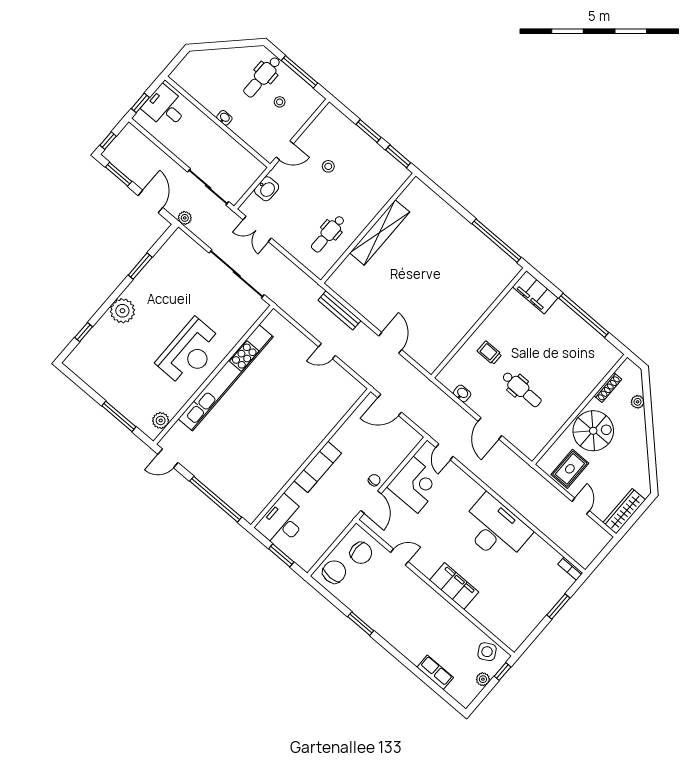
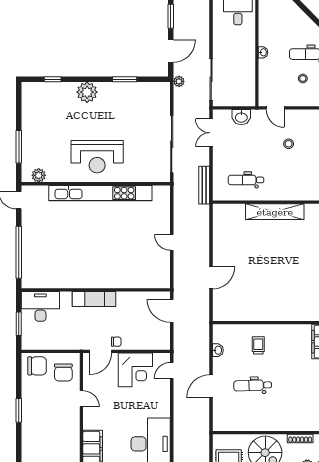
bench: (339, 310) -> (204, 185), moved
dental chair: (522, 389) -> (253, 385), turned 88

